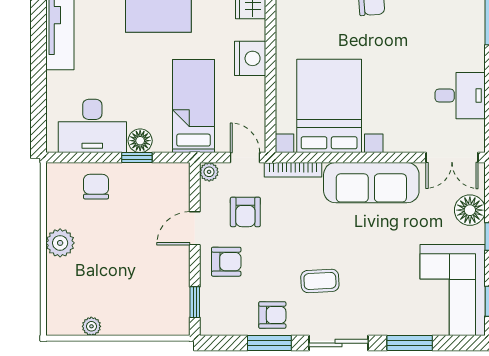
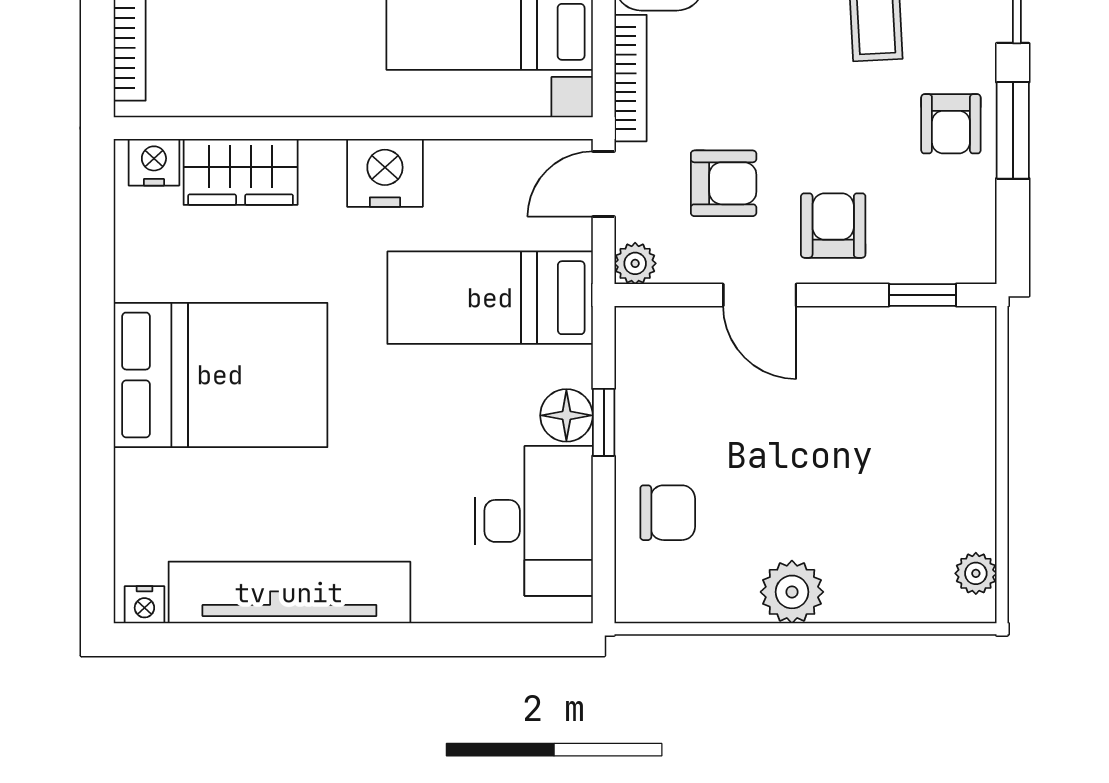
chair: (96, 187) -> (668, 513), turned 180
armchair: (272, 315) -> (951, 124), turned 180
plant: (91, 326) -> (976, 573), moved

